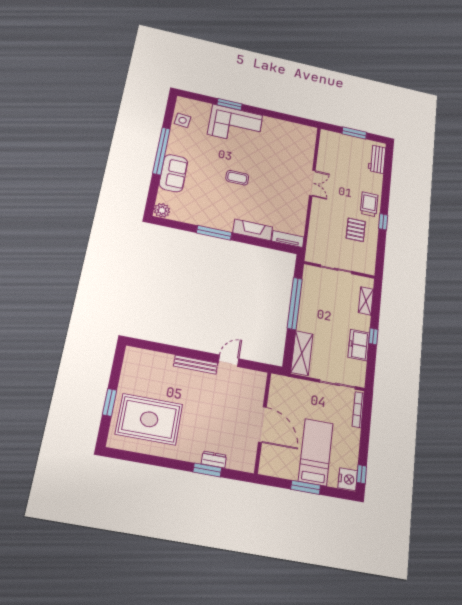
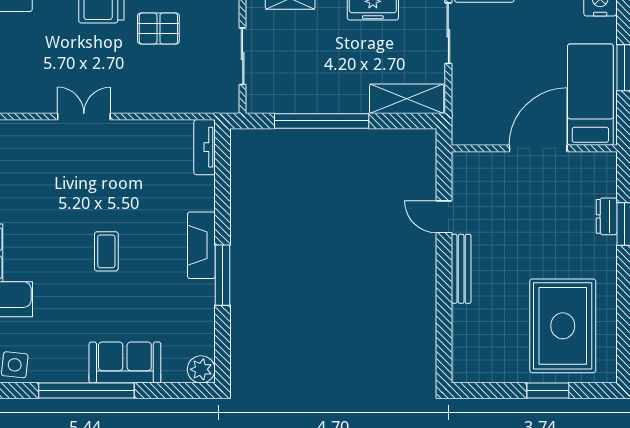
fireplace: (253, 230) -> (201, 245), moved
bed: (316, 452) -> (590, 95), moved, turned 90

